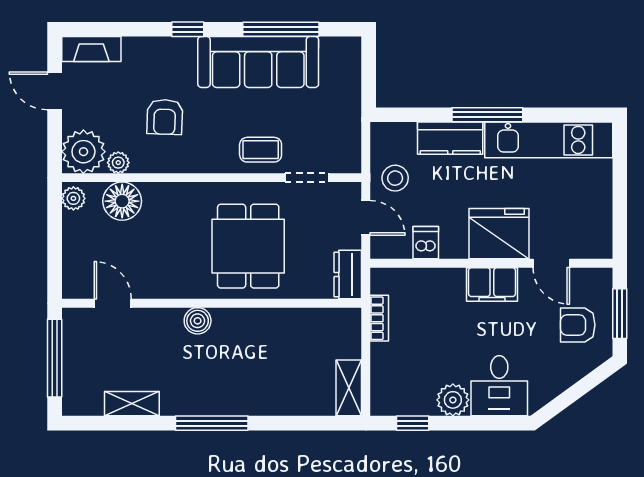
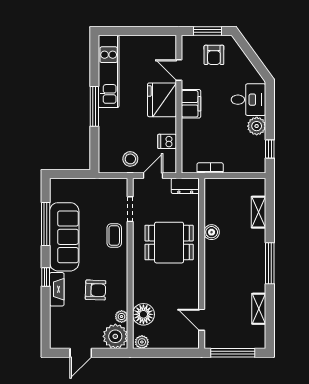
fireplace: (91, 49) -> (57, 289), moved
kitchen counter: (450, 138) -> (108, 128), removed
door: (551, 263) -> (179, 70), swing flipped
door: (113, 303) -> (202, 320), hinge flipped
boiler: (198, 321) -> (212, 232), moved
shelving: (349, 388) -> (259, 212), moved, turned 90

